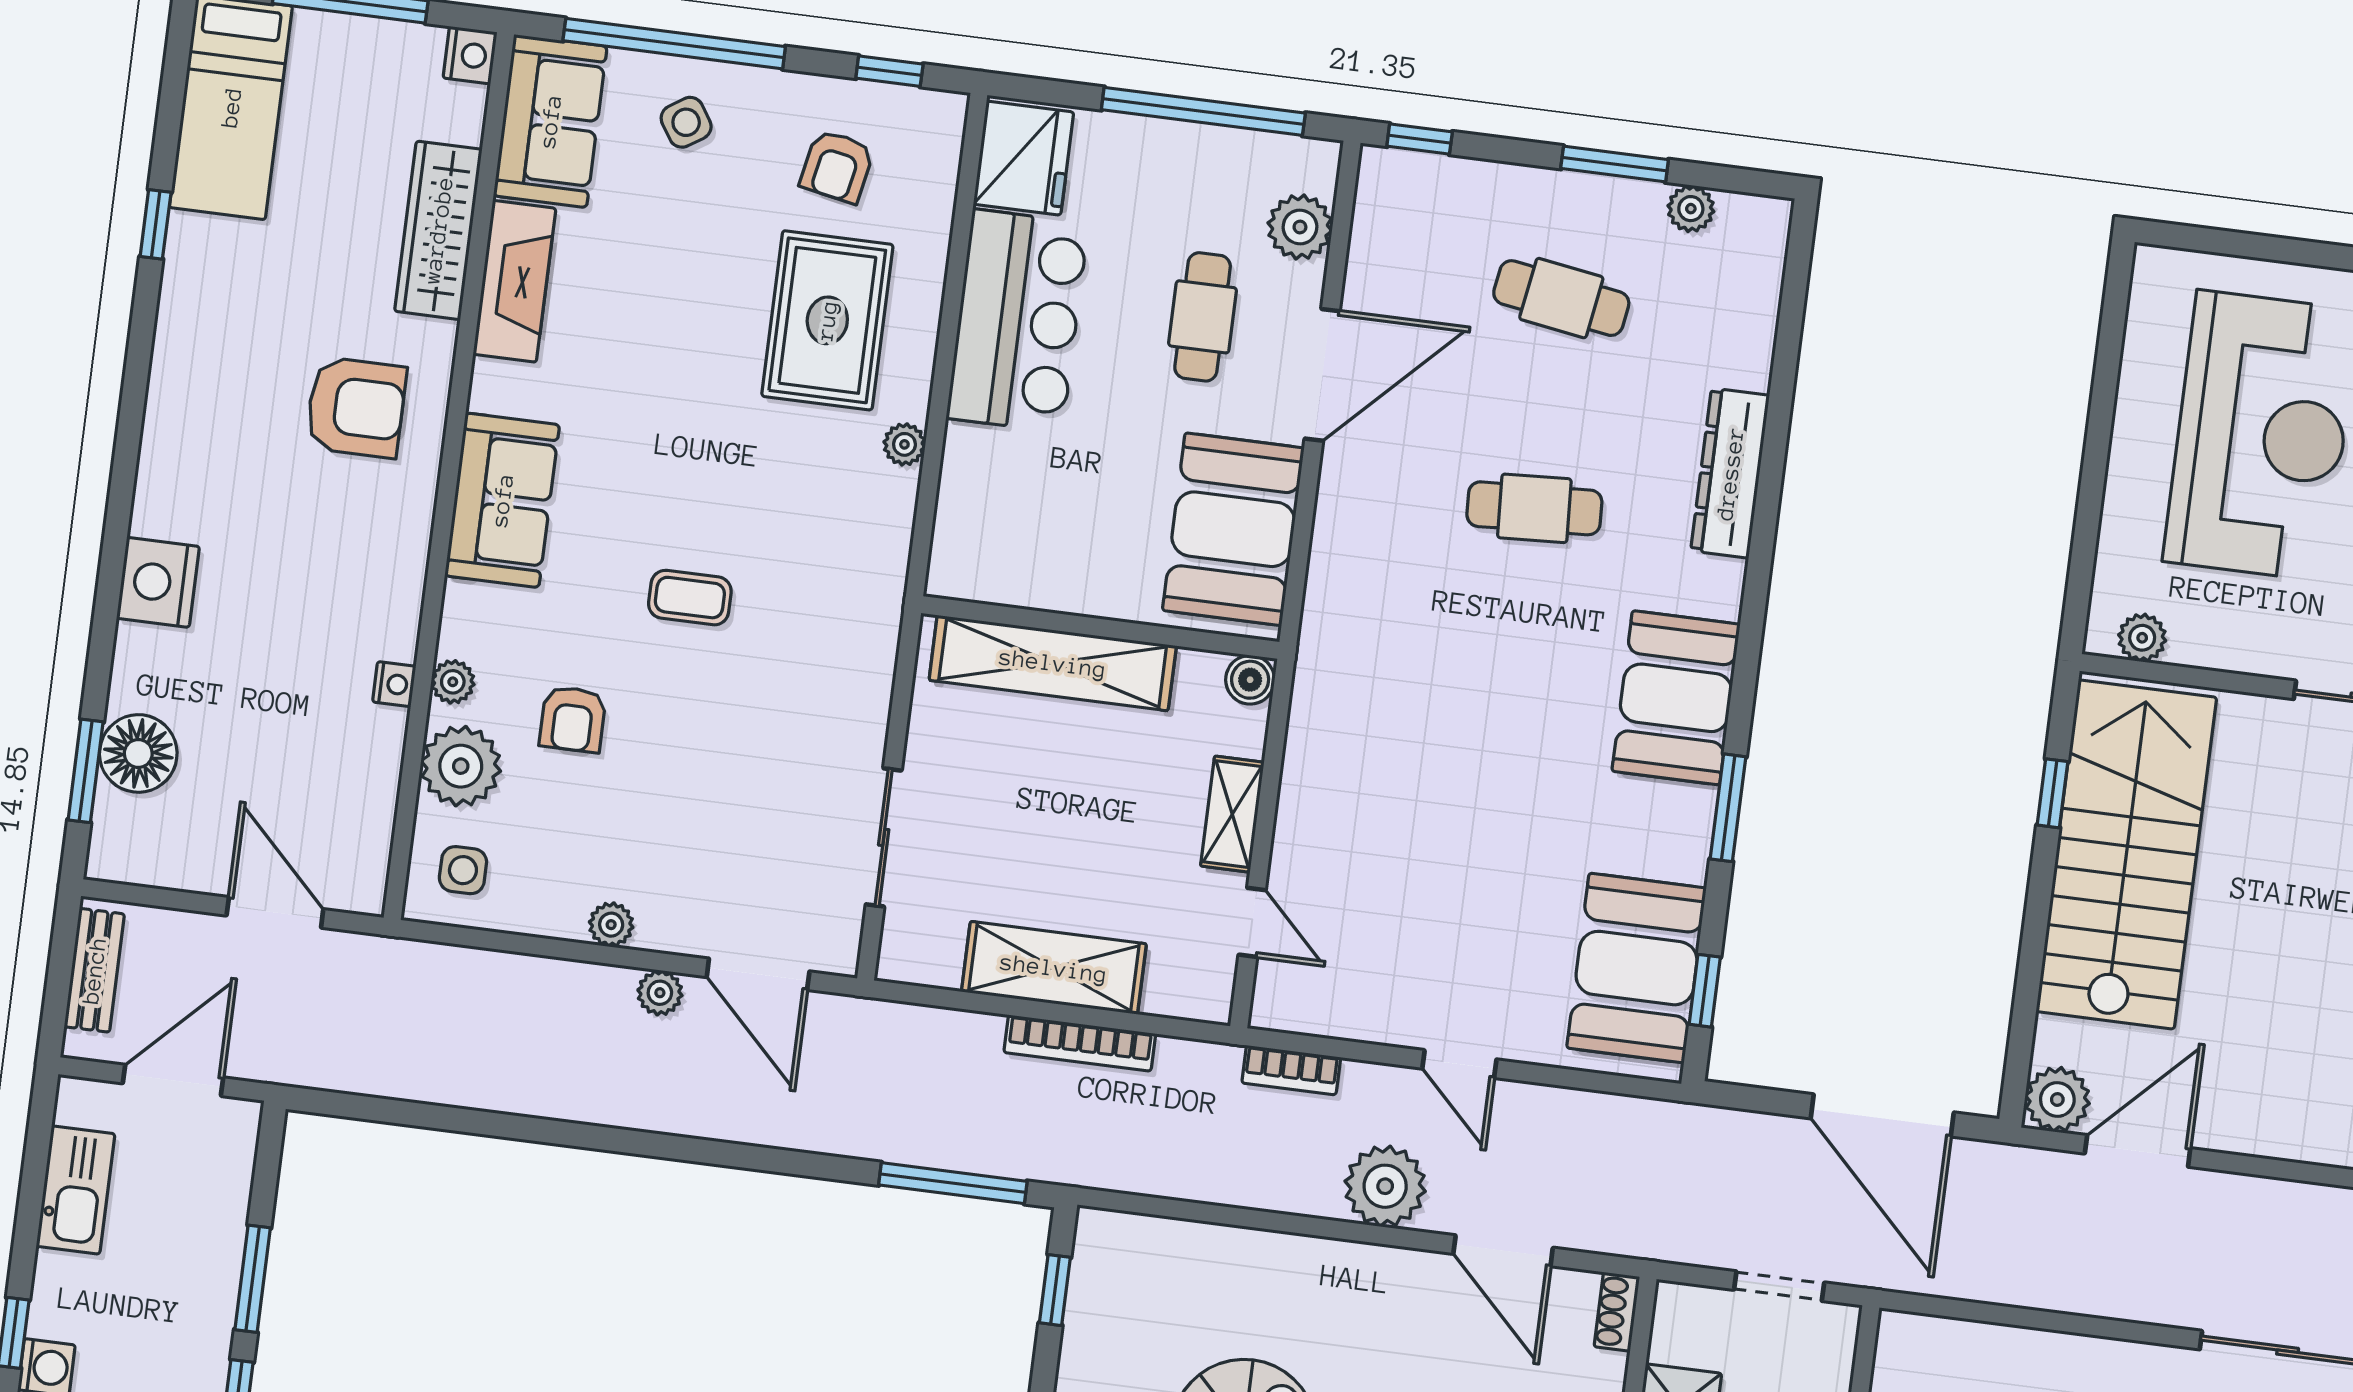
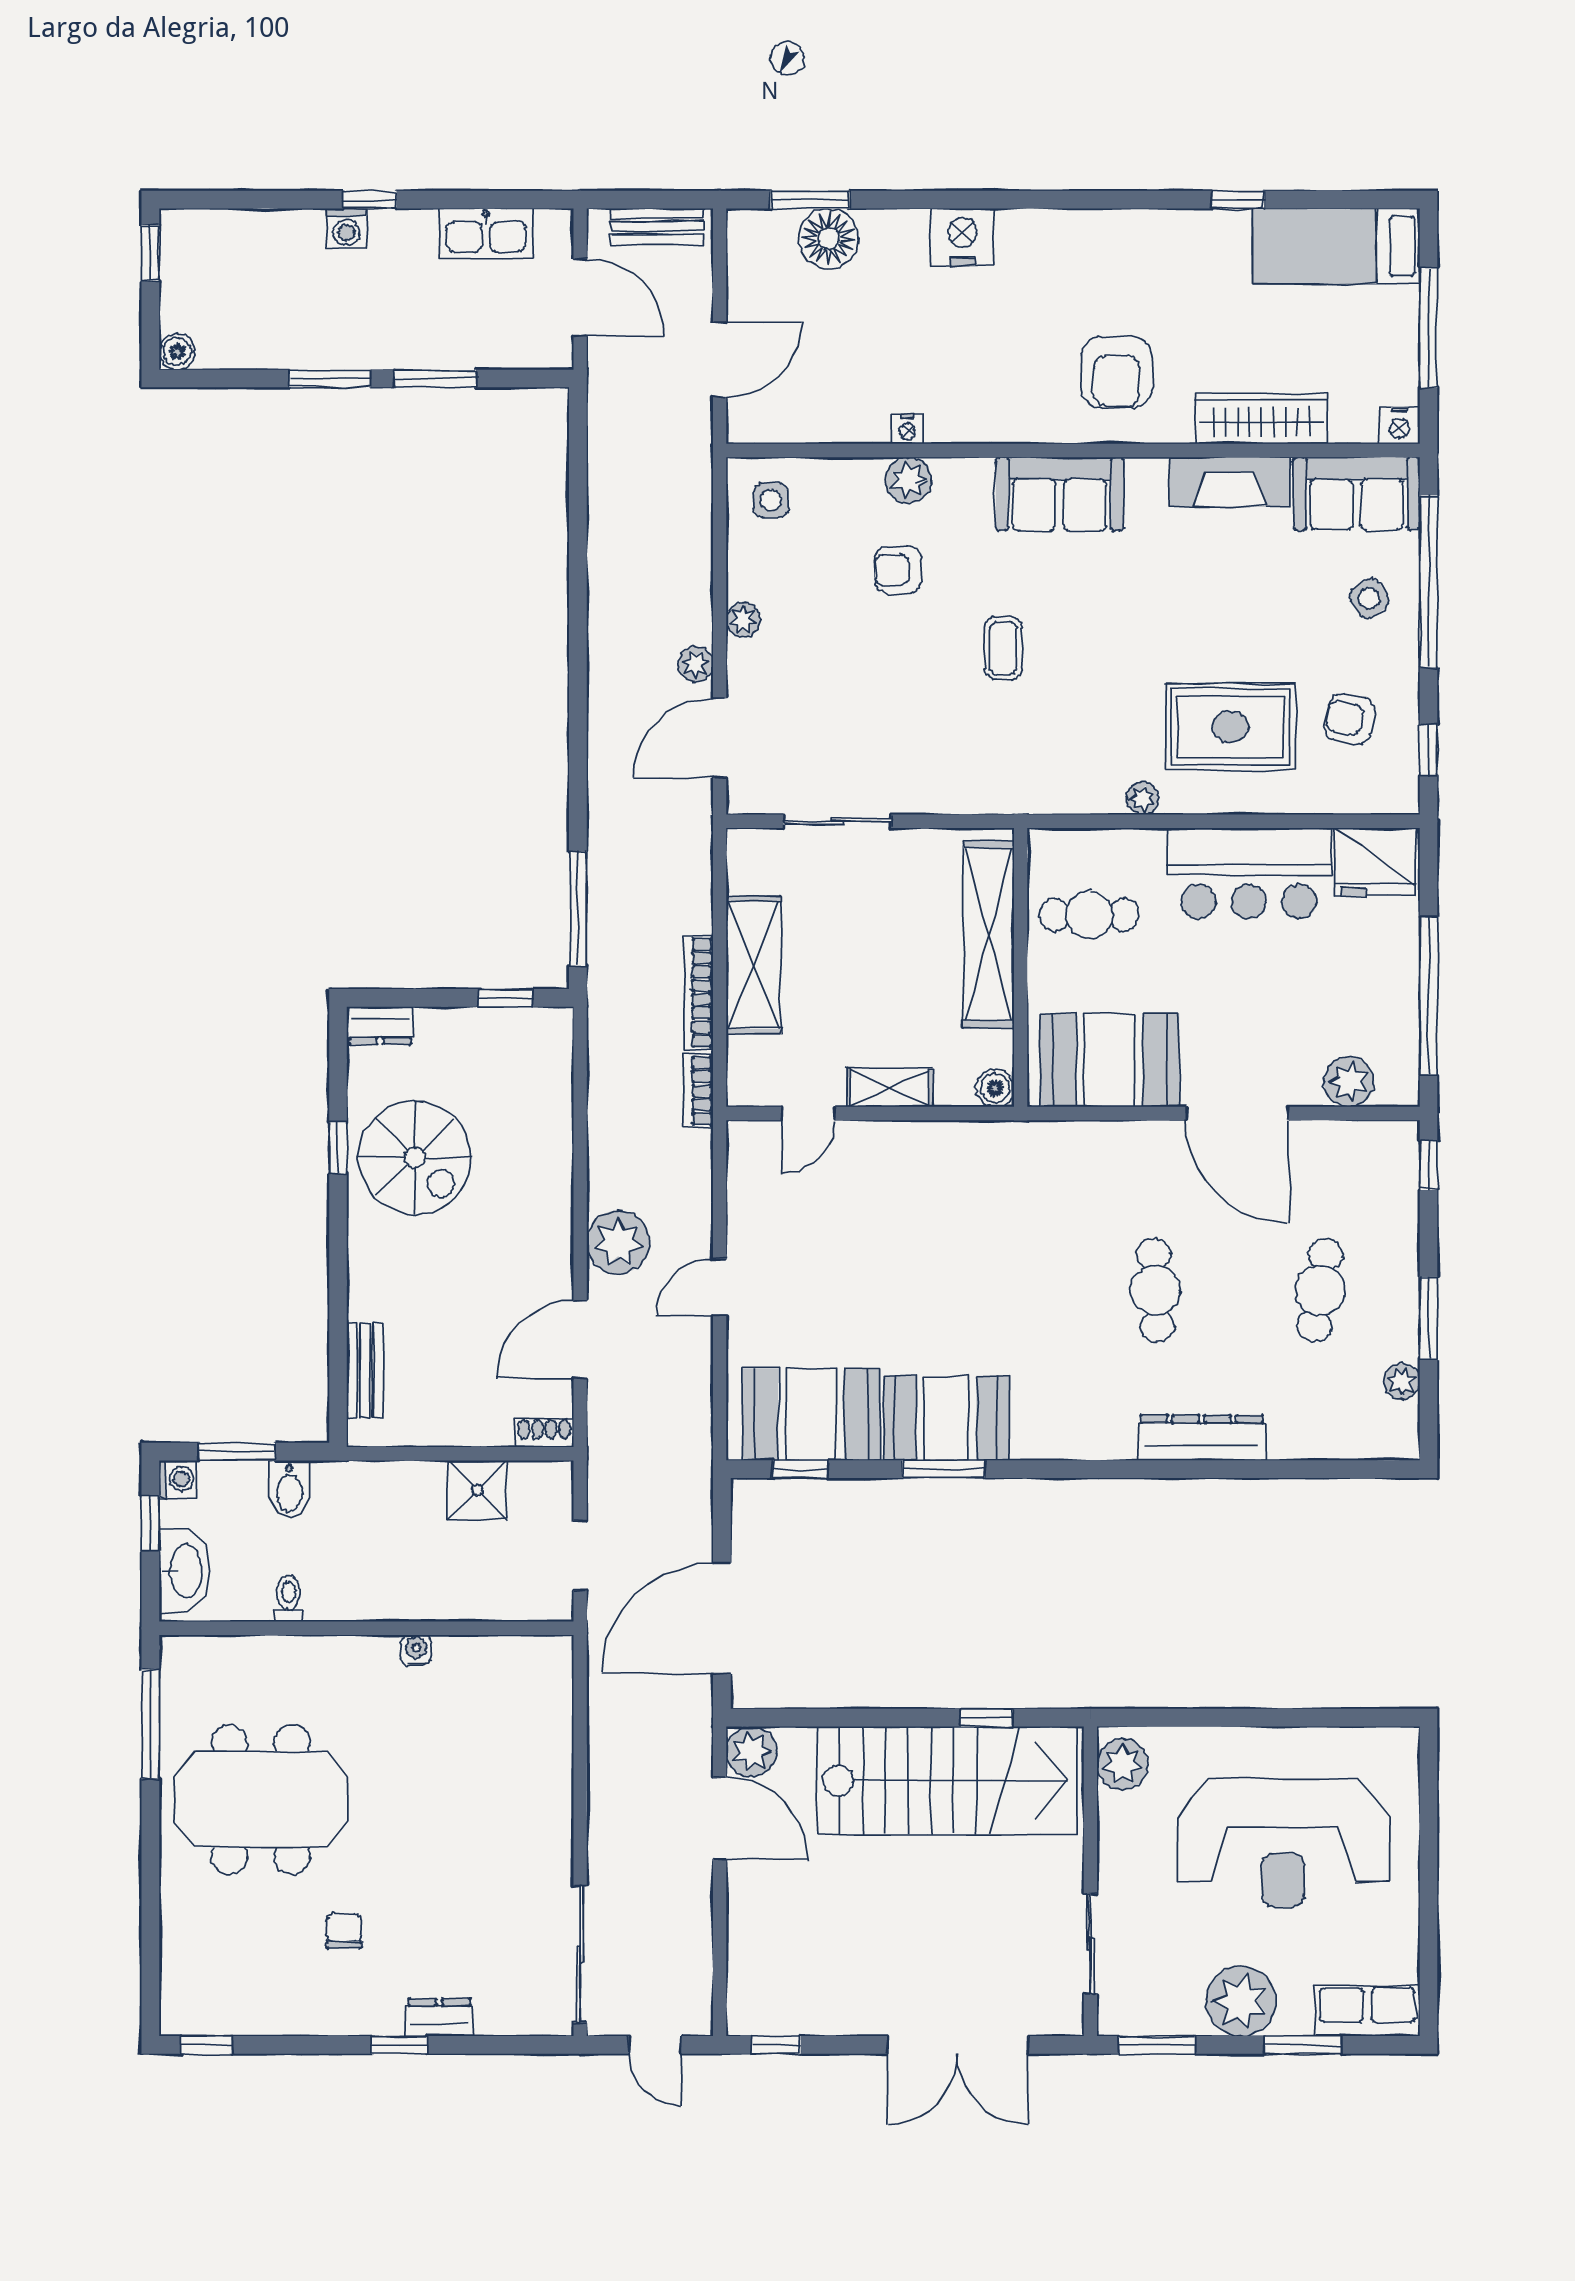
cafe table: (1203, 317) -> (1089, 915), moved
plant: (2142, 638) -> (1123, 1764), width x1.38, depth x1.38
plant: (453, 682) -> (909, 480), width x1.38, depth x1.38
booth: (1676, 698) -> (946, 1418), moved
plant: (461, 766) -> (851, 488), removed
bookcase: (1291, 1070) -> (698, 1091), moved

